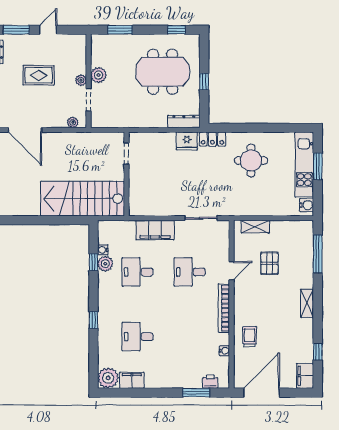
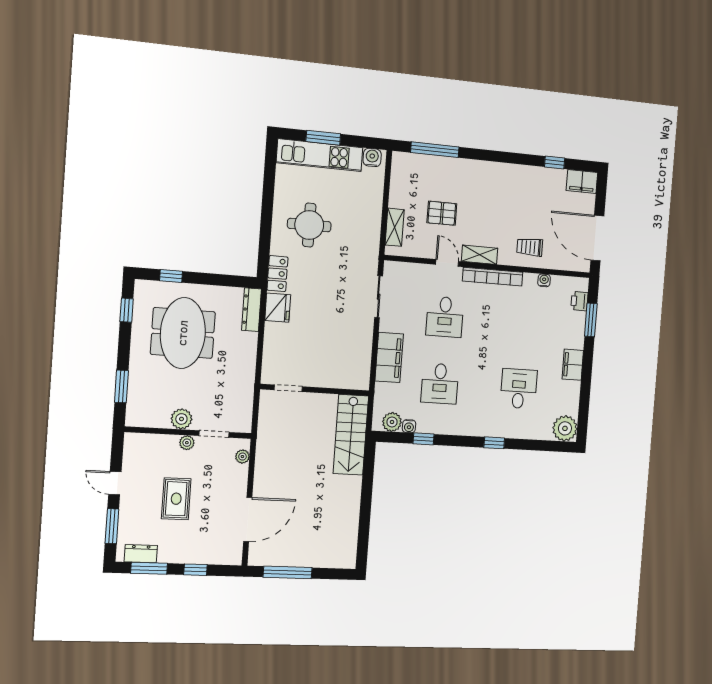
window: (204, 82) -> (171, 276), moved
stairs: (82, 199) -> (351, 435), width x0.73, depth x0.66
plant: (105, 264) -> (392, 422), moved
shelving: (307, 303) -> (480, 255), moved
desk: (137, 337) -> (519, 389), turned 180
filing cabinet: (132, 380) -> (573, 365), moved

